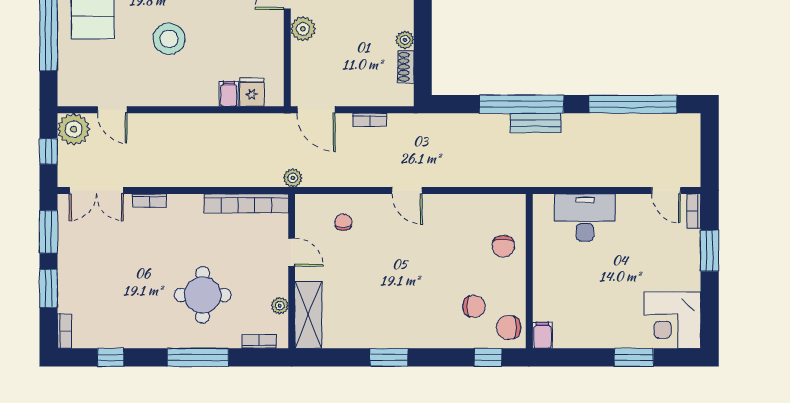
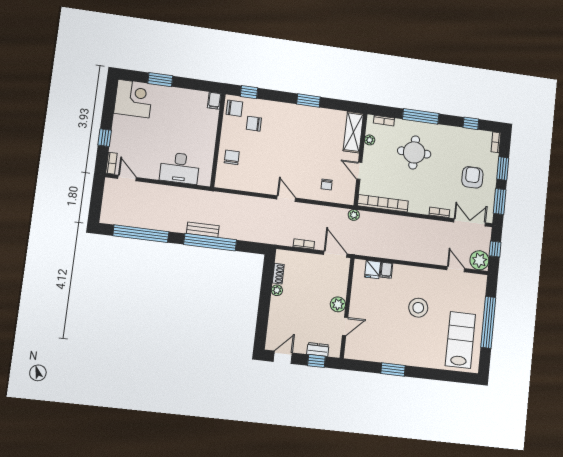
window: (710, 251) -> (105, 138), width x0.67
armchair: (99, 266) -> (472, 177), added

